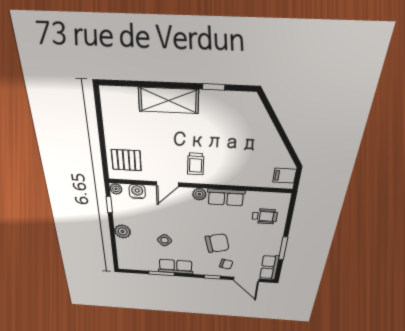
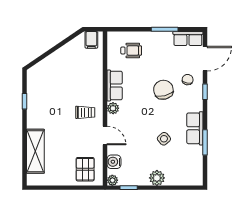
shelving: (168, 100) -> (35, 151), moved
wheelchair: (265, 216) -> (131, 51), turned 90

